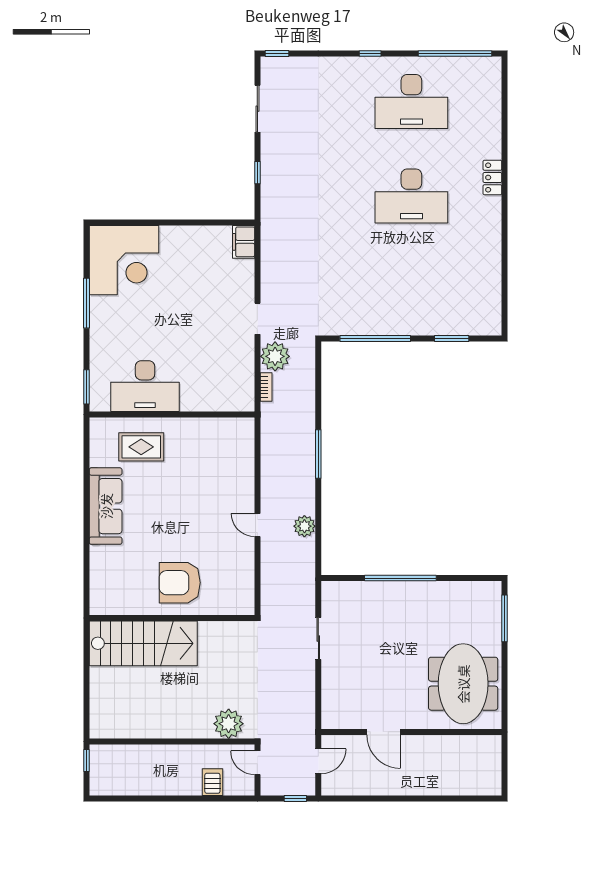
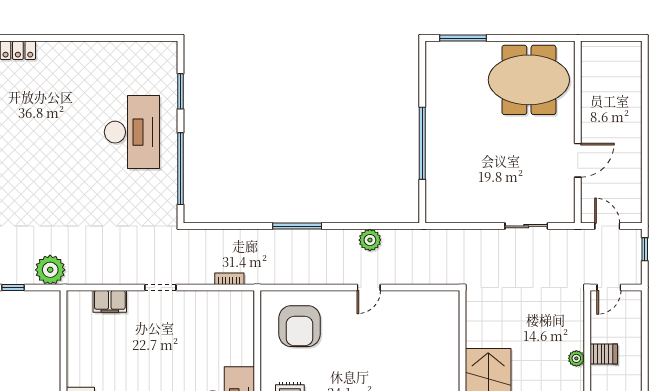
desk: (411, 196) -> (132, 132), moved
filing cabinet: (244, 242) -> (110, 301), moved
plant: (275, 356) -> (50, 270), moved
armchair: (180, 583) -> (300, 326), moved
sliding door: (318, 639) -> (526, 226), moved
plant: (229, 724) -> (576, 358), moved, width x0.53, depth x0.53
server rack: (212, 782) -> (604, 354), moved, turned 180

